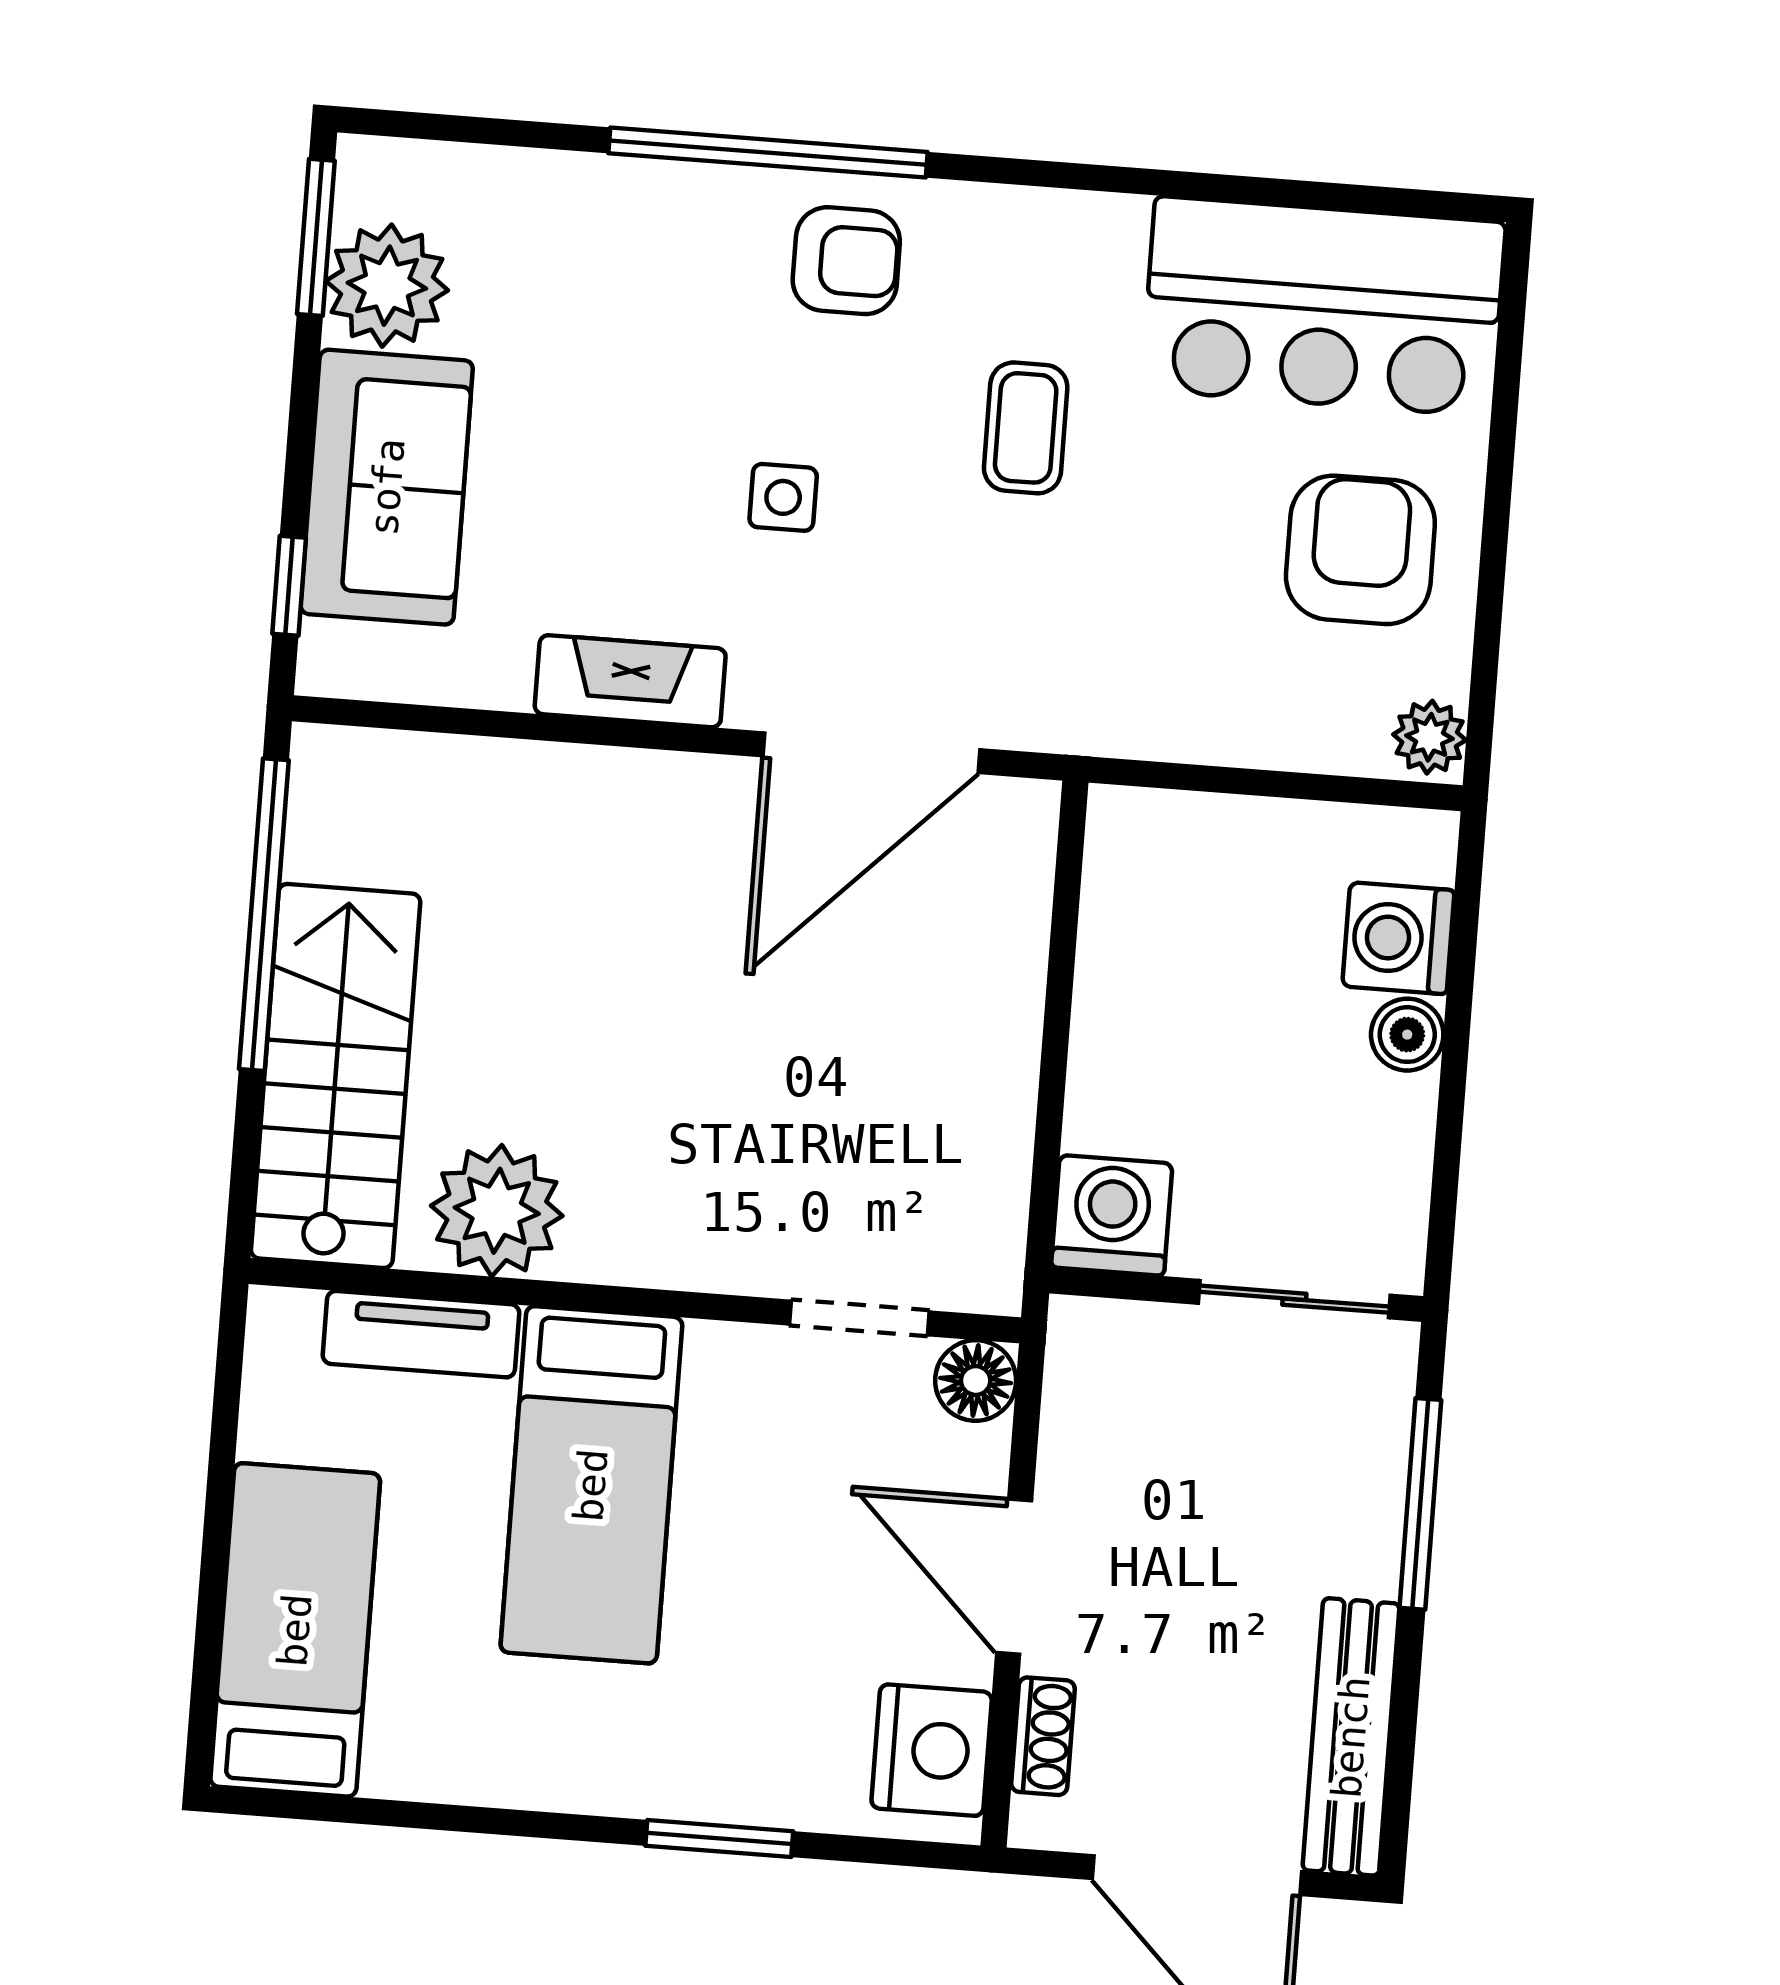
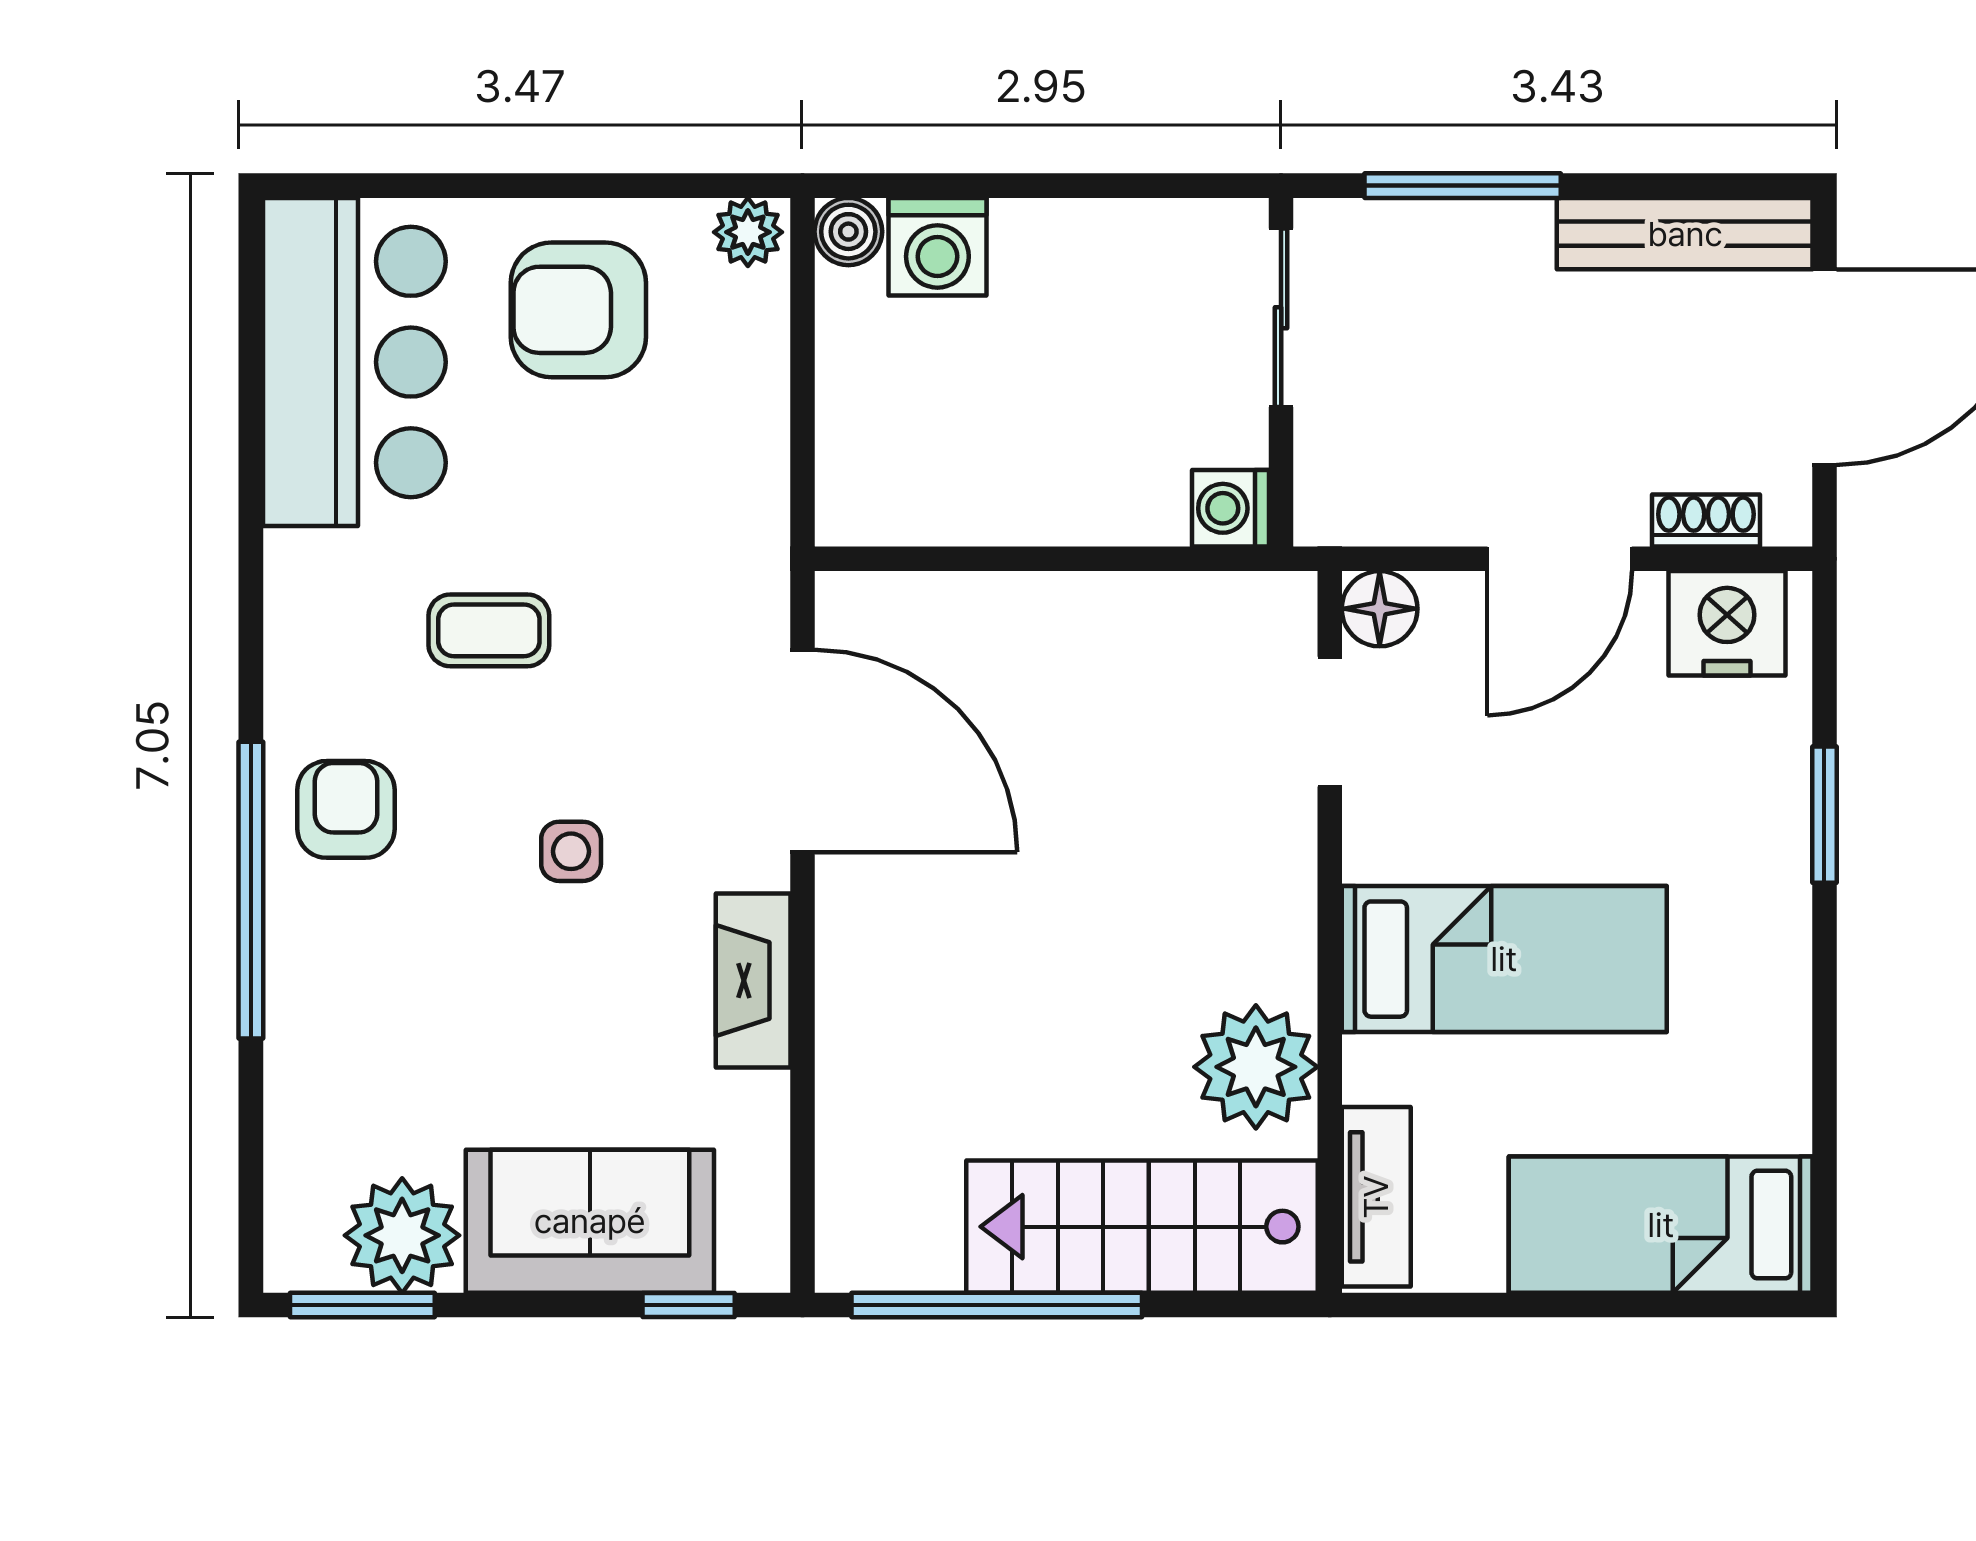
boiler: (1407, 1035) -> (848, 232), moved
washing machine: (1112, 1215) -> (1231, 508), width x0.73, depth x0.73
tv unit: (421, 1334) -> (1376, 1197), moved

